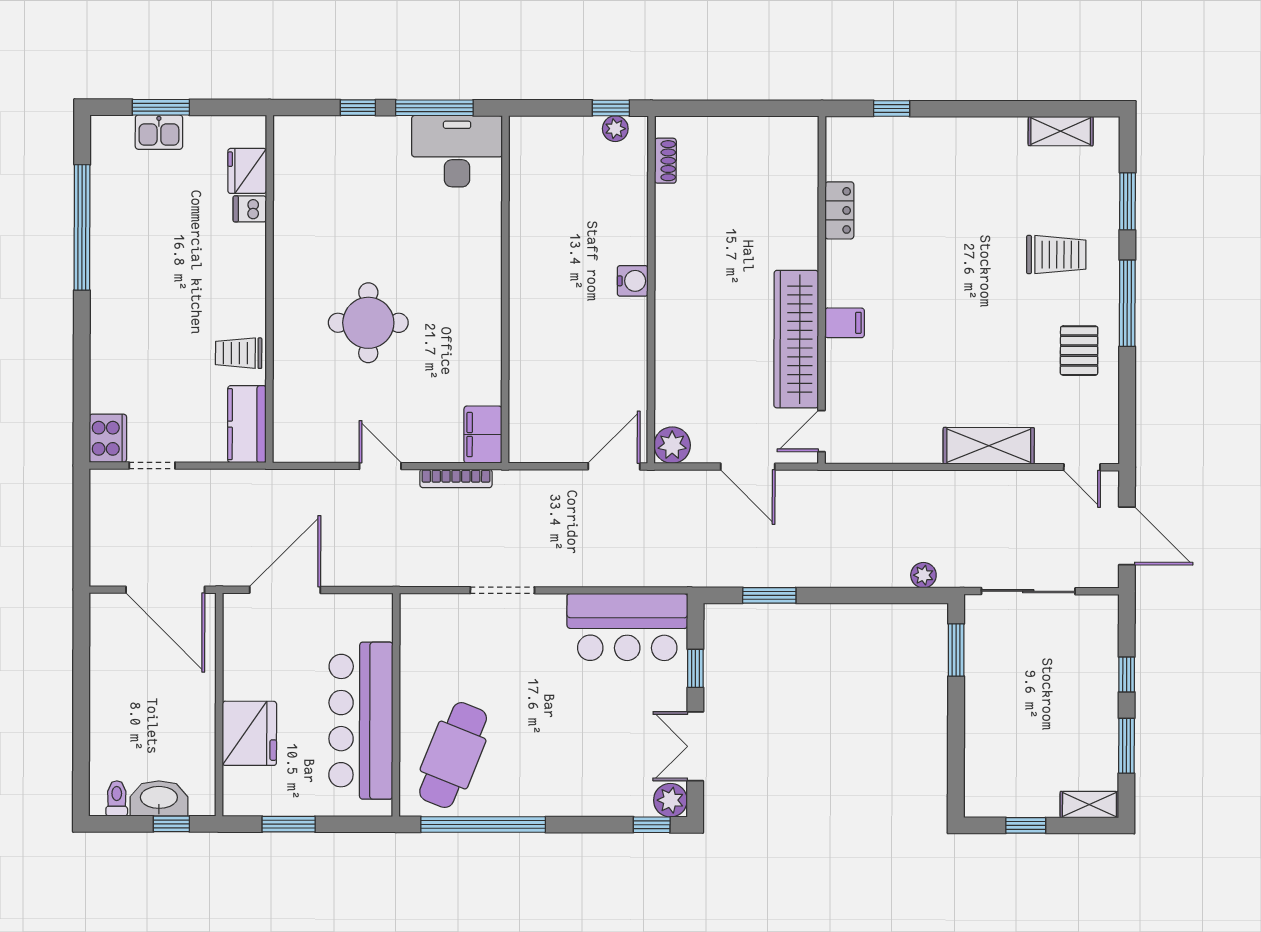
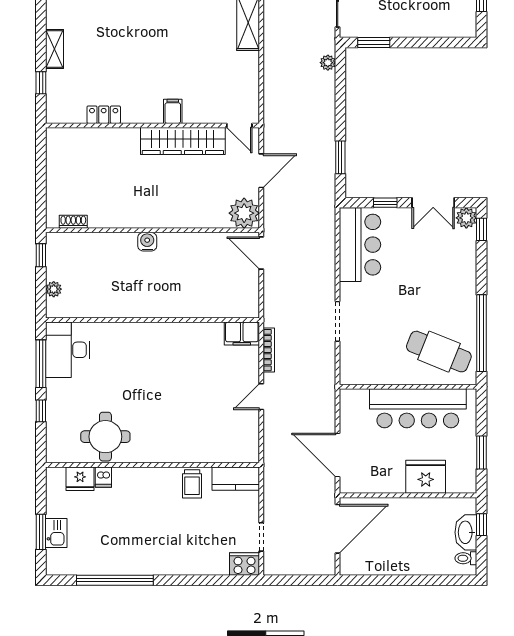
plant: (615, 129) -> (54, 289), moved
shelving: (946, 131) -> (55, 49), added
round table: (368, 323) -> (105, 437), moved
plant: (672, 445) -> (244, 213), width x1.36, depth x1.36

